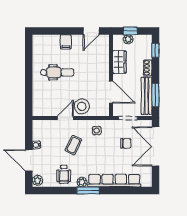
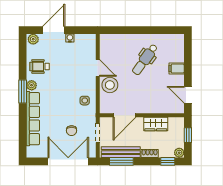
plant: (128, 39) -> (179, 153), moved
dental chair: (57, 72) -> (145, 60), turned 36
coffee table: (73, 145) -> (70, 76), removed

